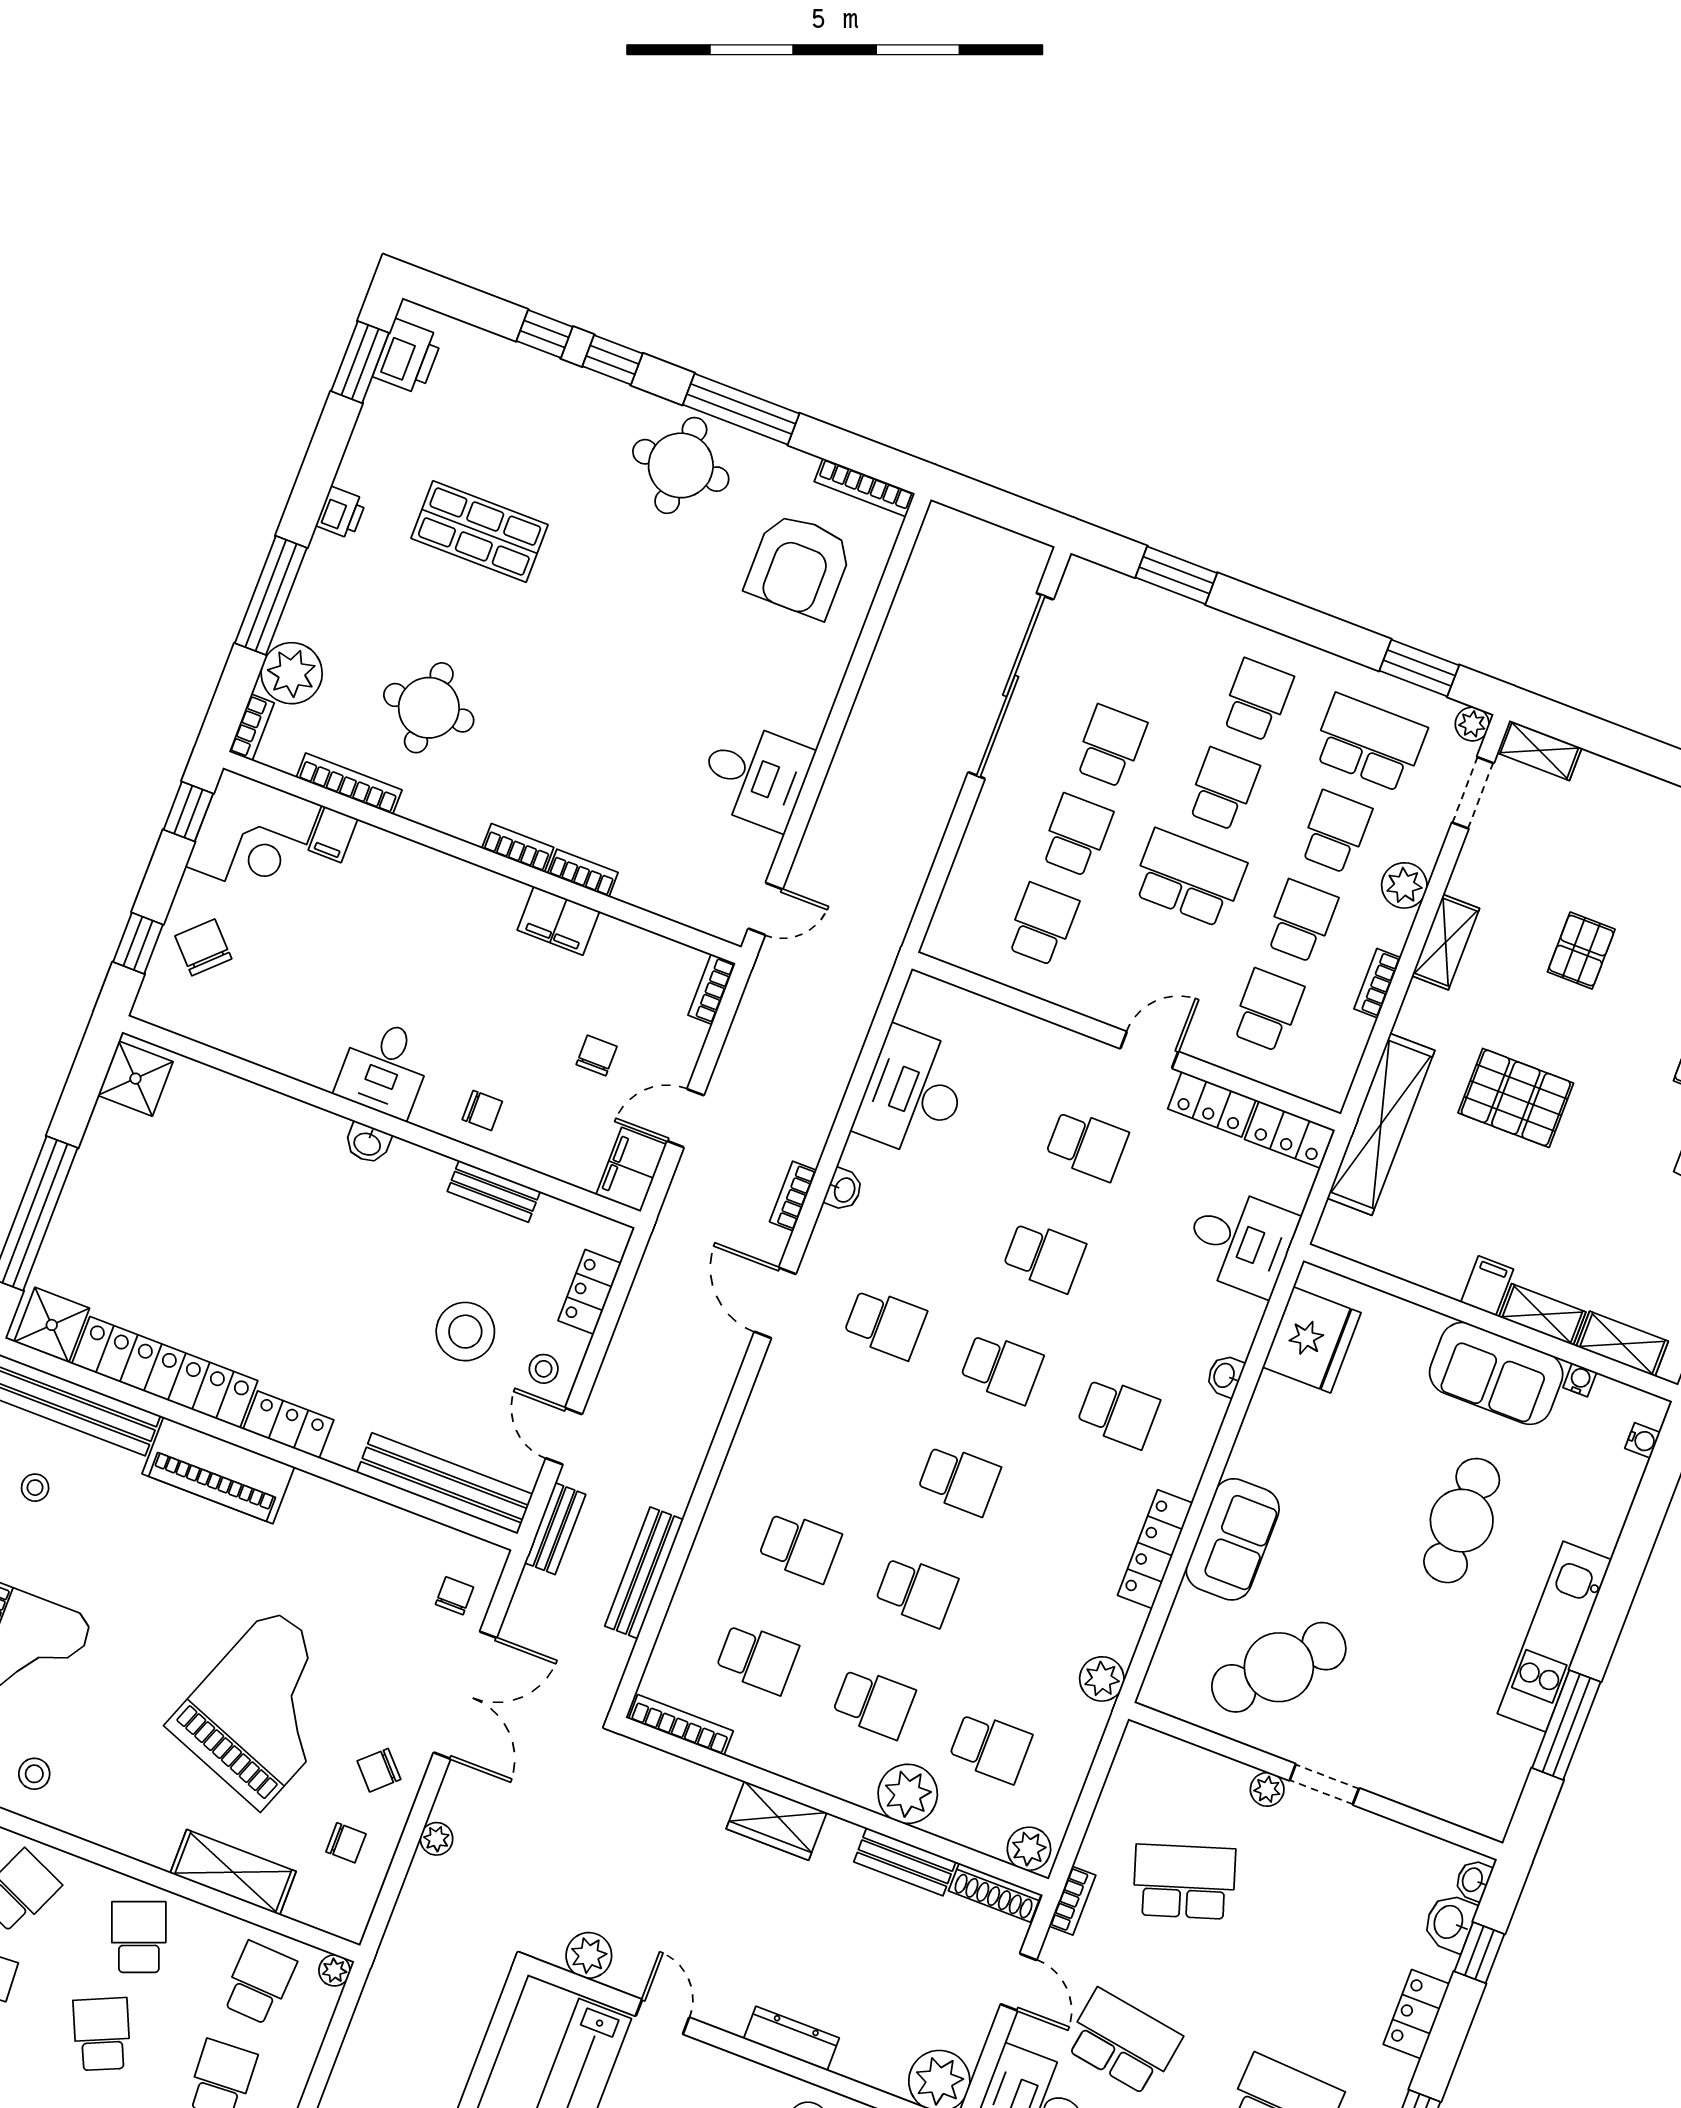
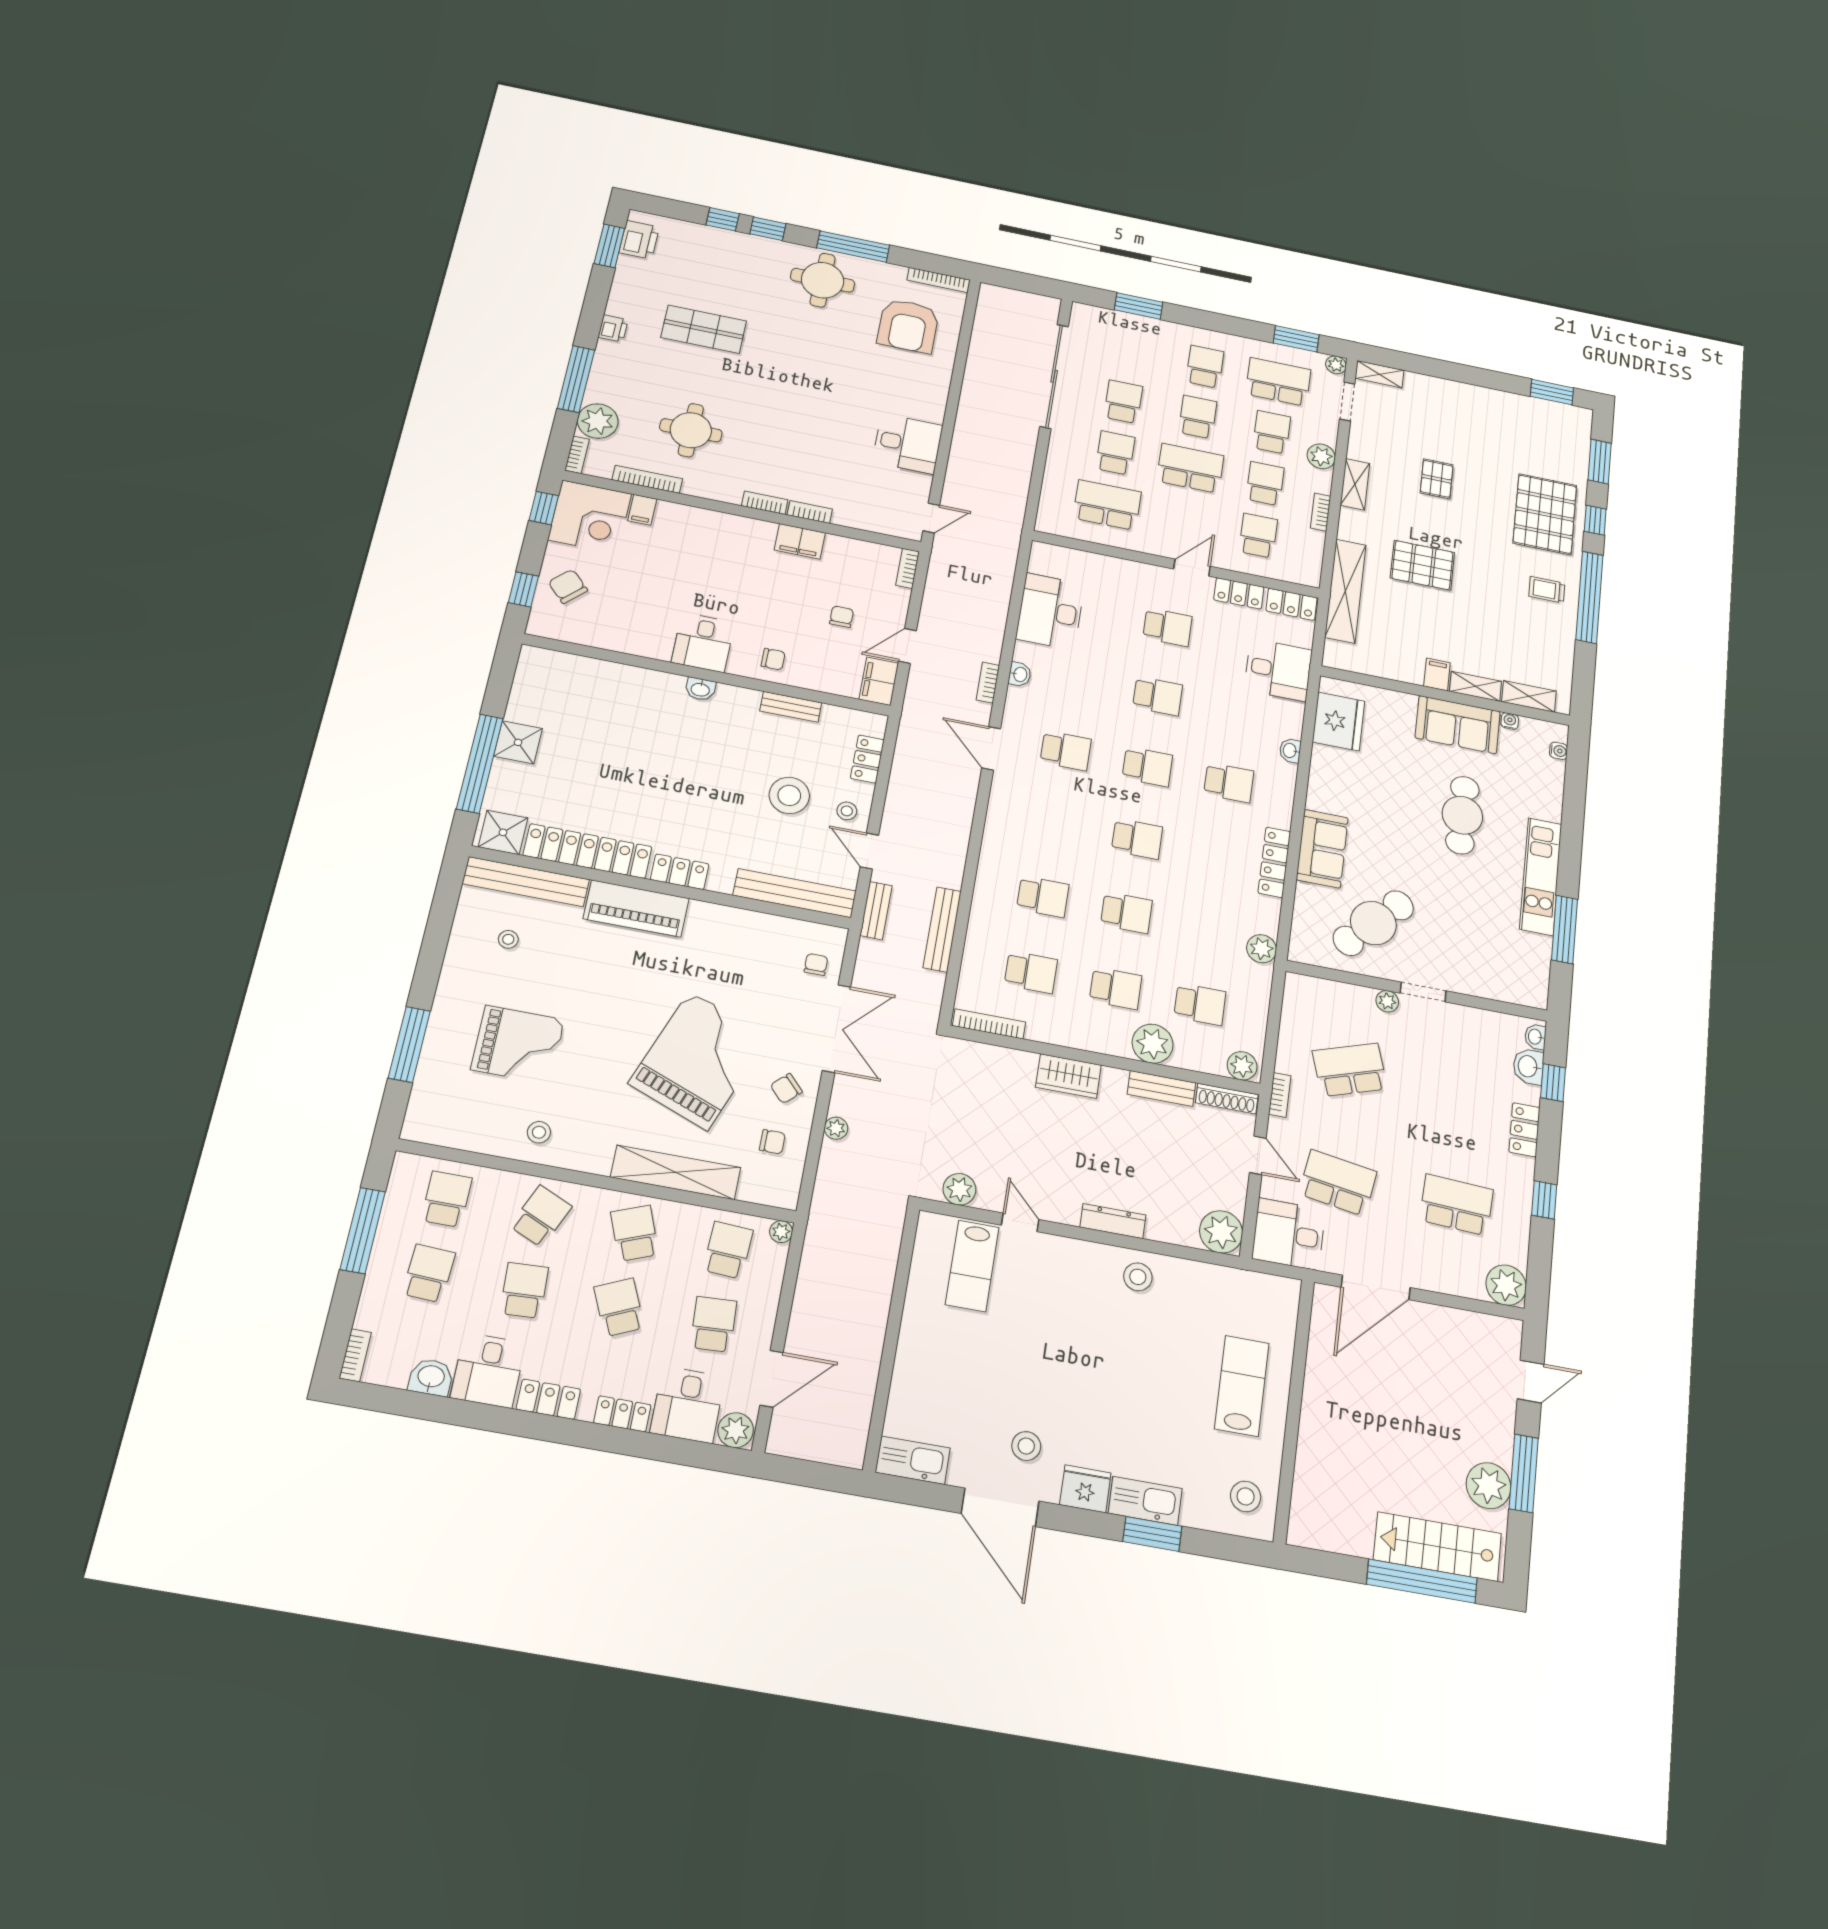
school desk: (1042, 924) -> (1107, 505), width x1.85
shower: (135, 1079) -> (518, 742), moved
shelving: (233, 1872) -> (676, 1172), width x1.47

